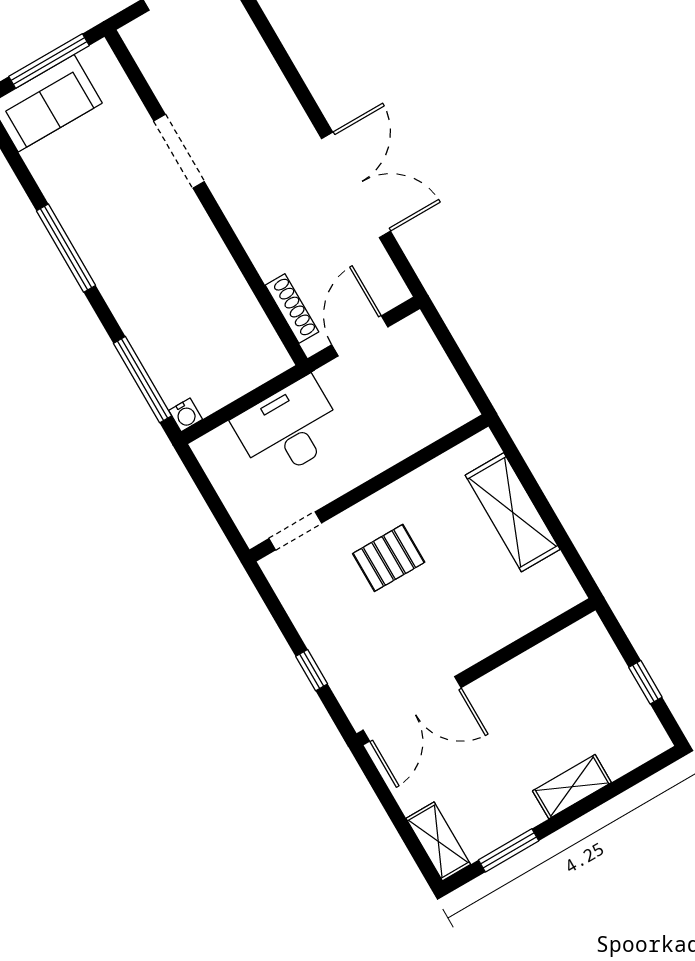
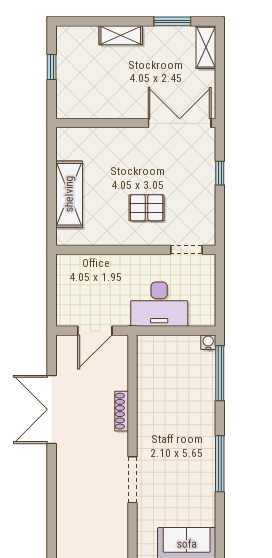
shoe rack: (292, 309) -> (122, 411), moved

